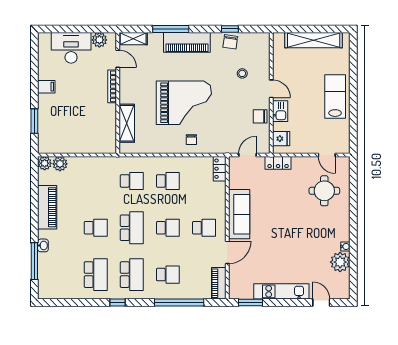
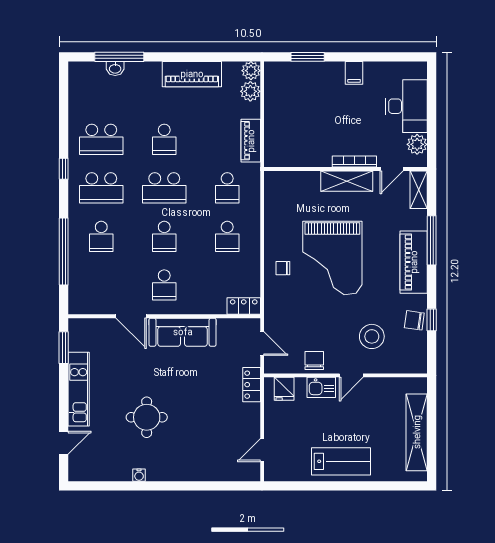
stool: (242, 73) -> (372, 336), width x1.89, depth x1.89
shelving: (127, 123) -> (347, 181), moved
round table: (324, 191) -> (147, 417), moved
washbasin: (43, 245) -> (115, 68), moved
plant: (340, 262) -> (118, 468), removed
piano: (219, 283) -> (251, 141), moved, turned -90

